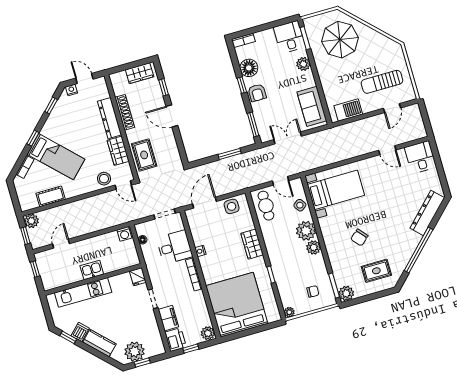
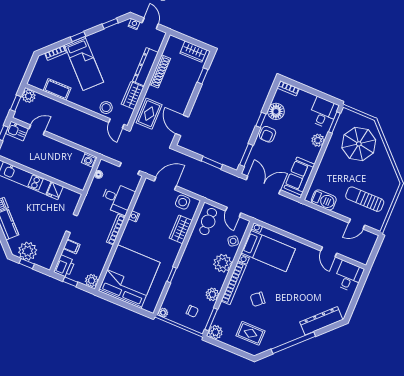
door: (172, 116) -> (182, 125), moved
double door: (288, 138) -> (263, 185), width x1.37
bookcase: (328, 240) -> (234, 283), added
wardrobe: (252, 244) -> (181, 229), moved
plant: (314, 247) -> (212, 294), moved
kitchen sink: (92, 270) -> (17, 131), moved, turned 180
fridge: (138, 277) -> (55, 191), moved
filing cabinet: (168, 318) -> (72, 246), width x0.50

